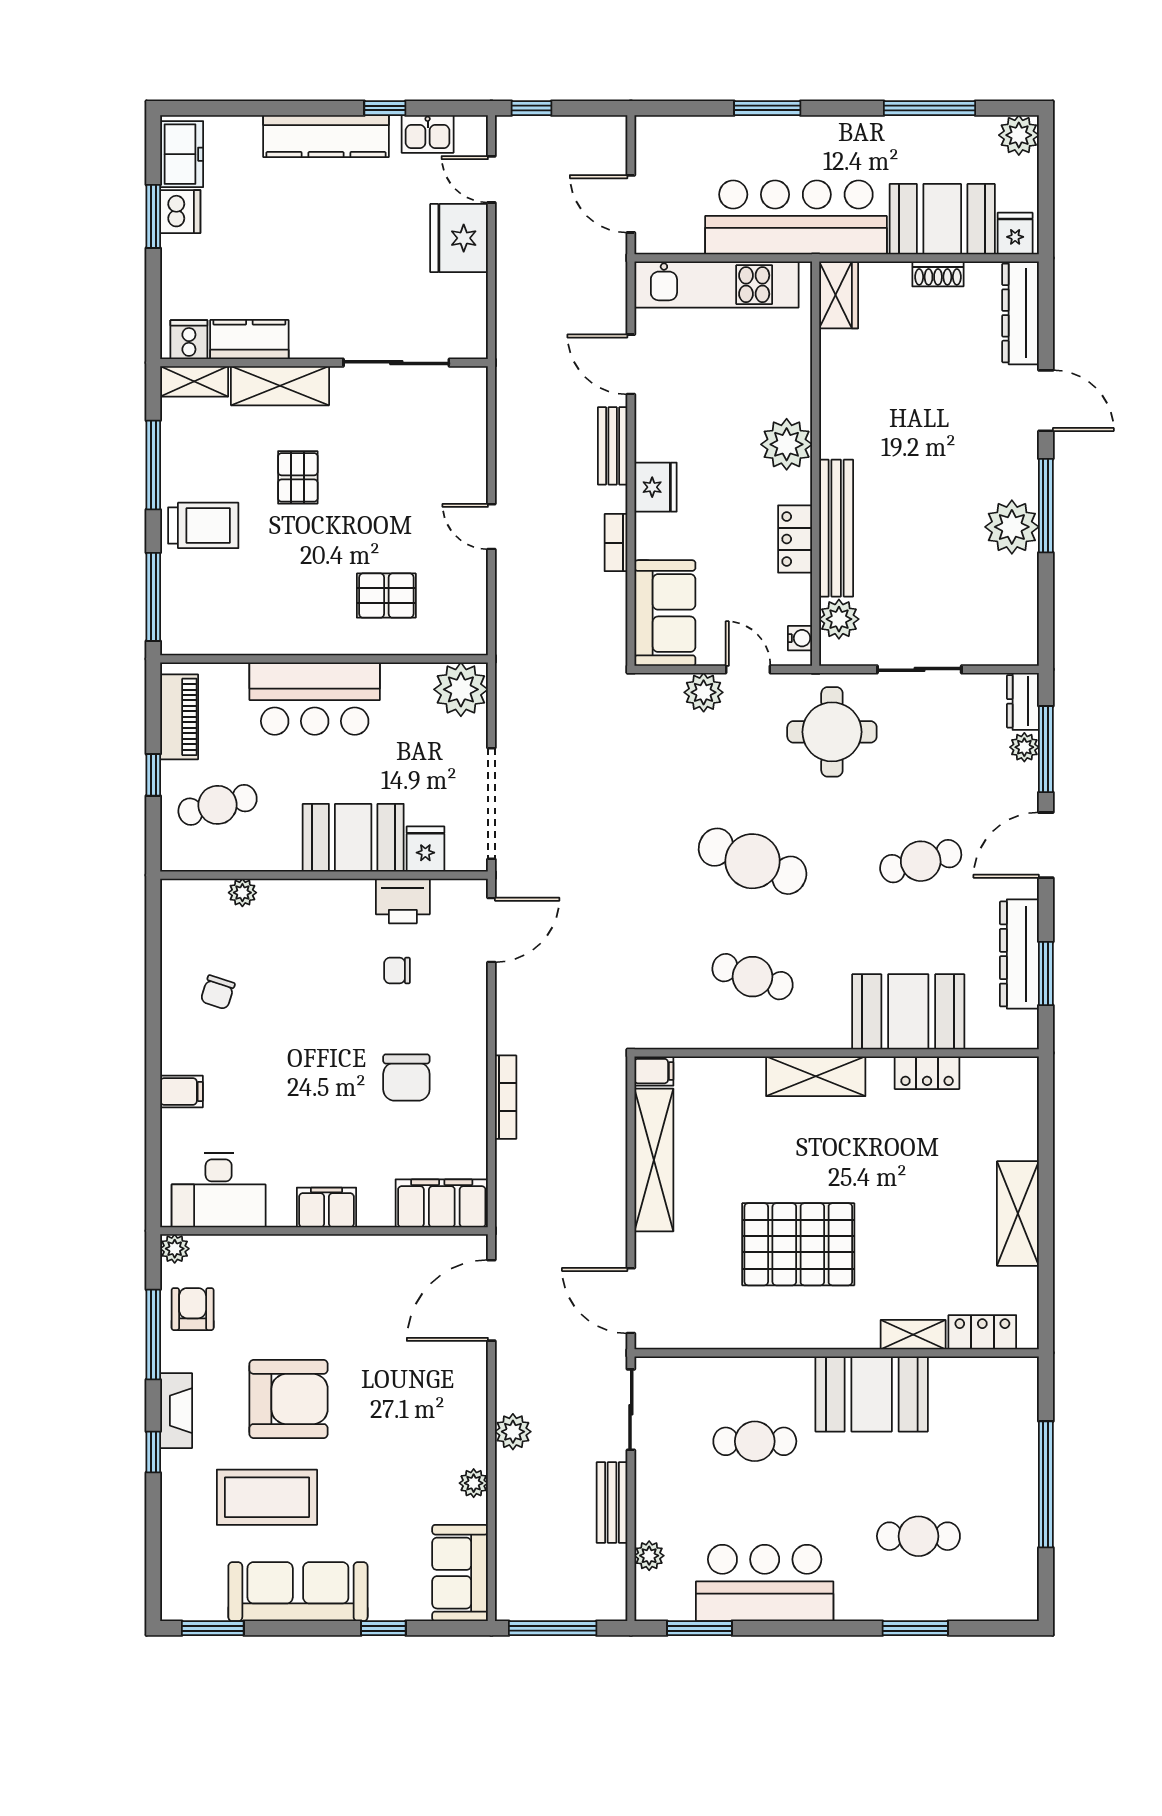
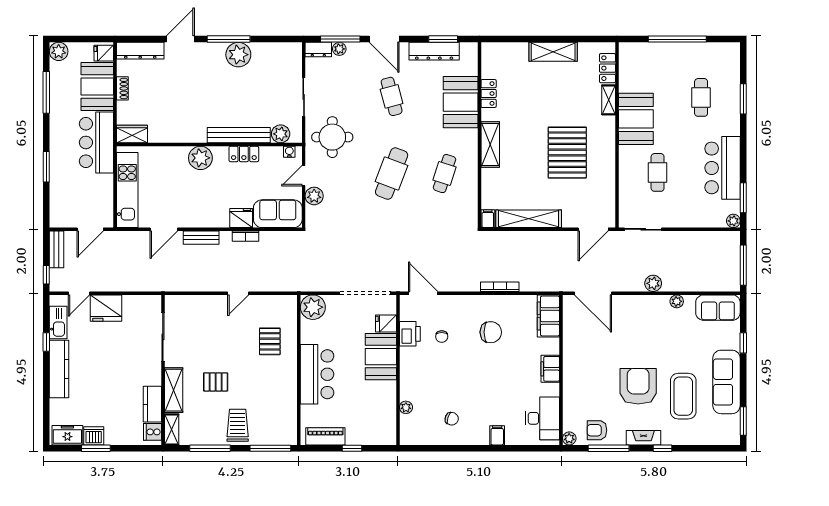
kitchen sink: (428, 134) -> (58, 323), width x1.38
bar counter: (796, 217) -> (96, 142), width x0.73
fridge: (656, 487) -> (241, 218), moved
cafe table: (218, 805) -> (366, 419), removed
bench: (612, 1502) -> (57, 249), moved, turned 90
plant: (649, 1556) -> (733, 221), moved

